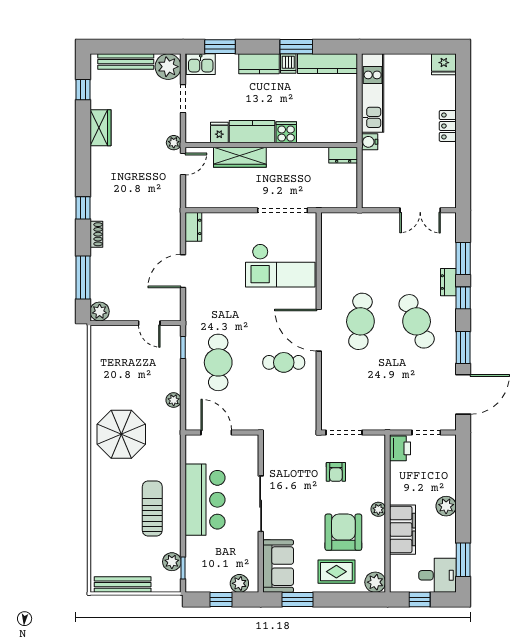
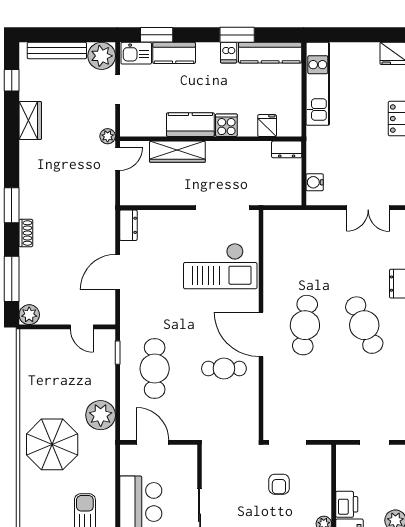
kitchen counter: (259, 64) -> (174, 53), moved
fridge: (219, 133) -> (267, 126), moved
water cooler: (370, 142) -> (315, 182), moved
window: (83, 208) -> (12, 205), width x1.50
plant: (174, 400) -> (101, 415), width x1.88, depth x1.88
printer: (400, 448) -> (347, 504), moved

